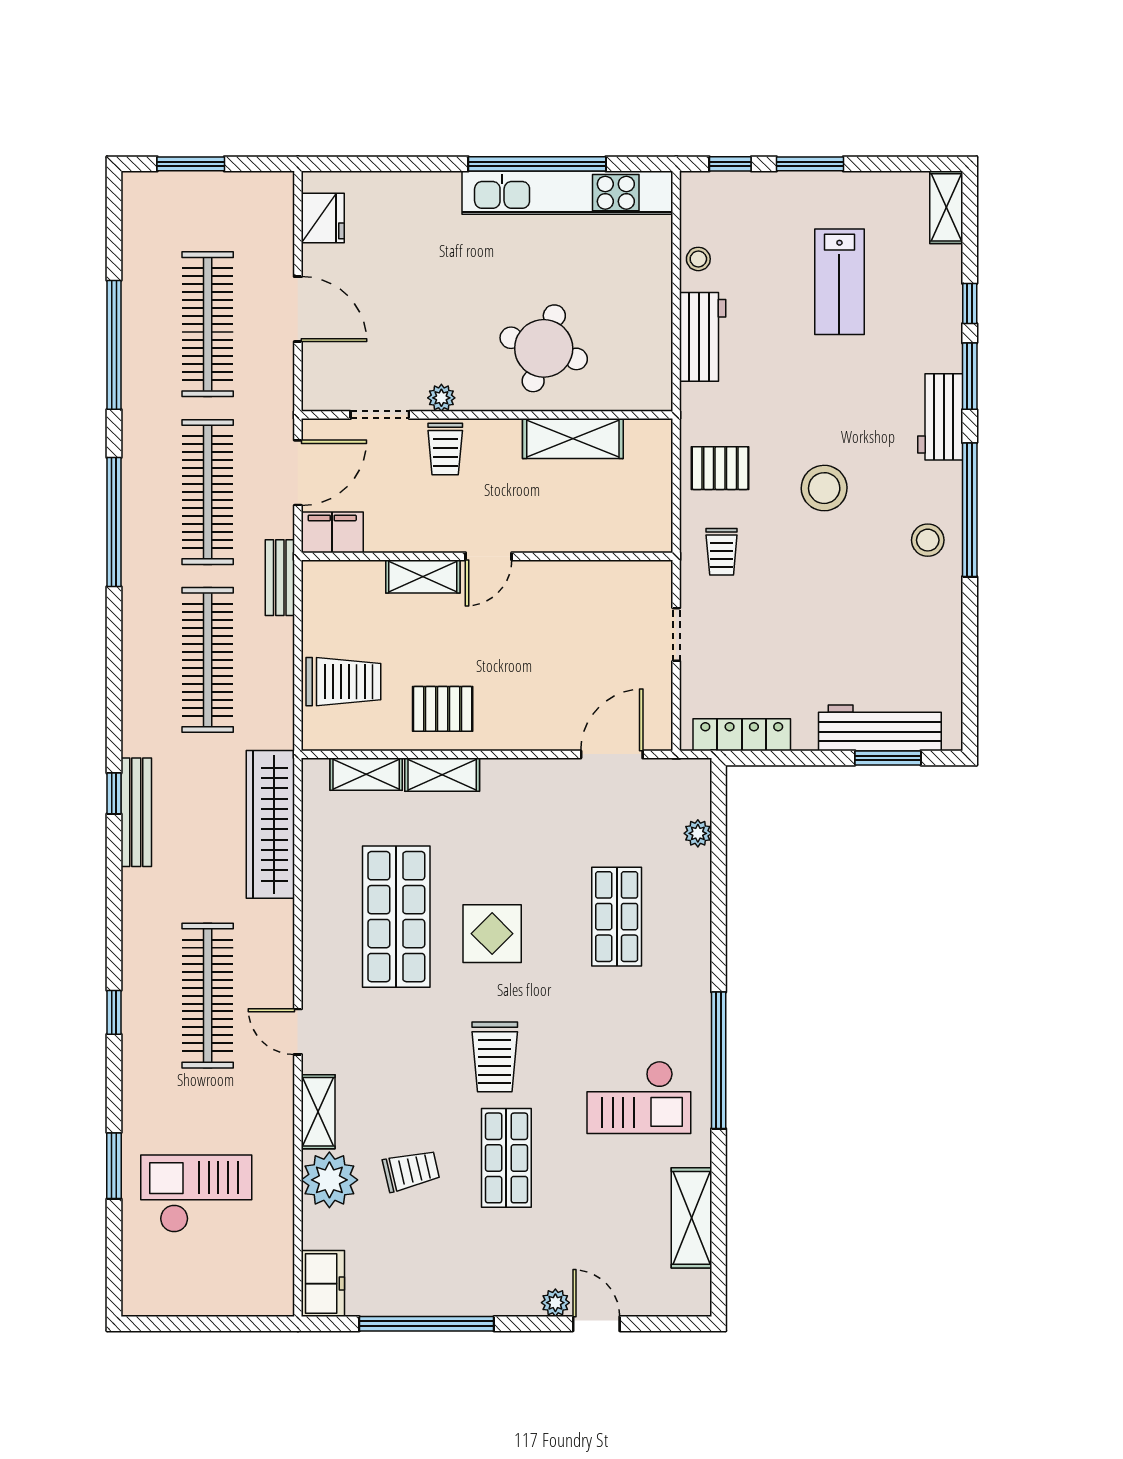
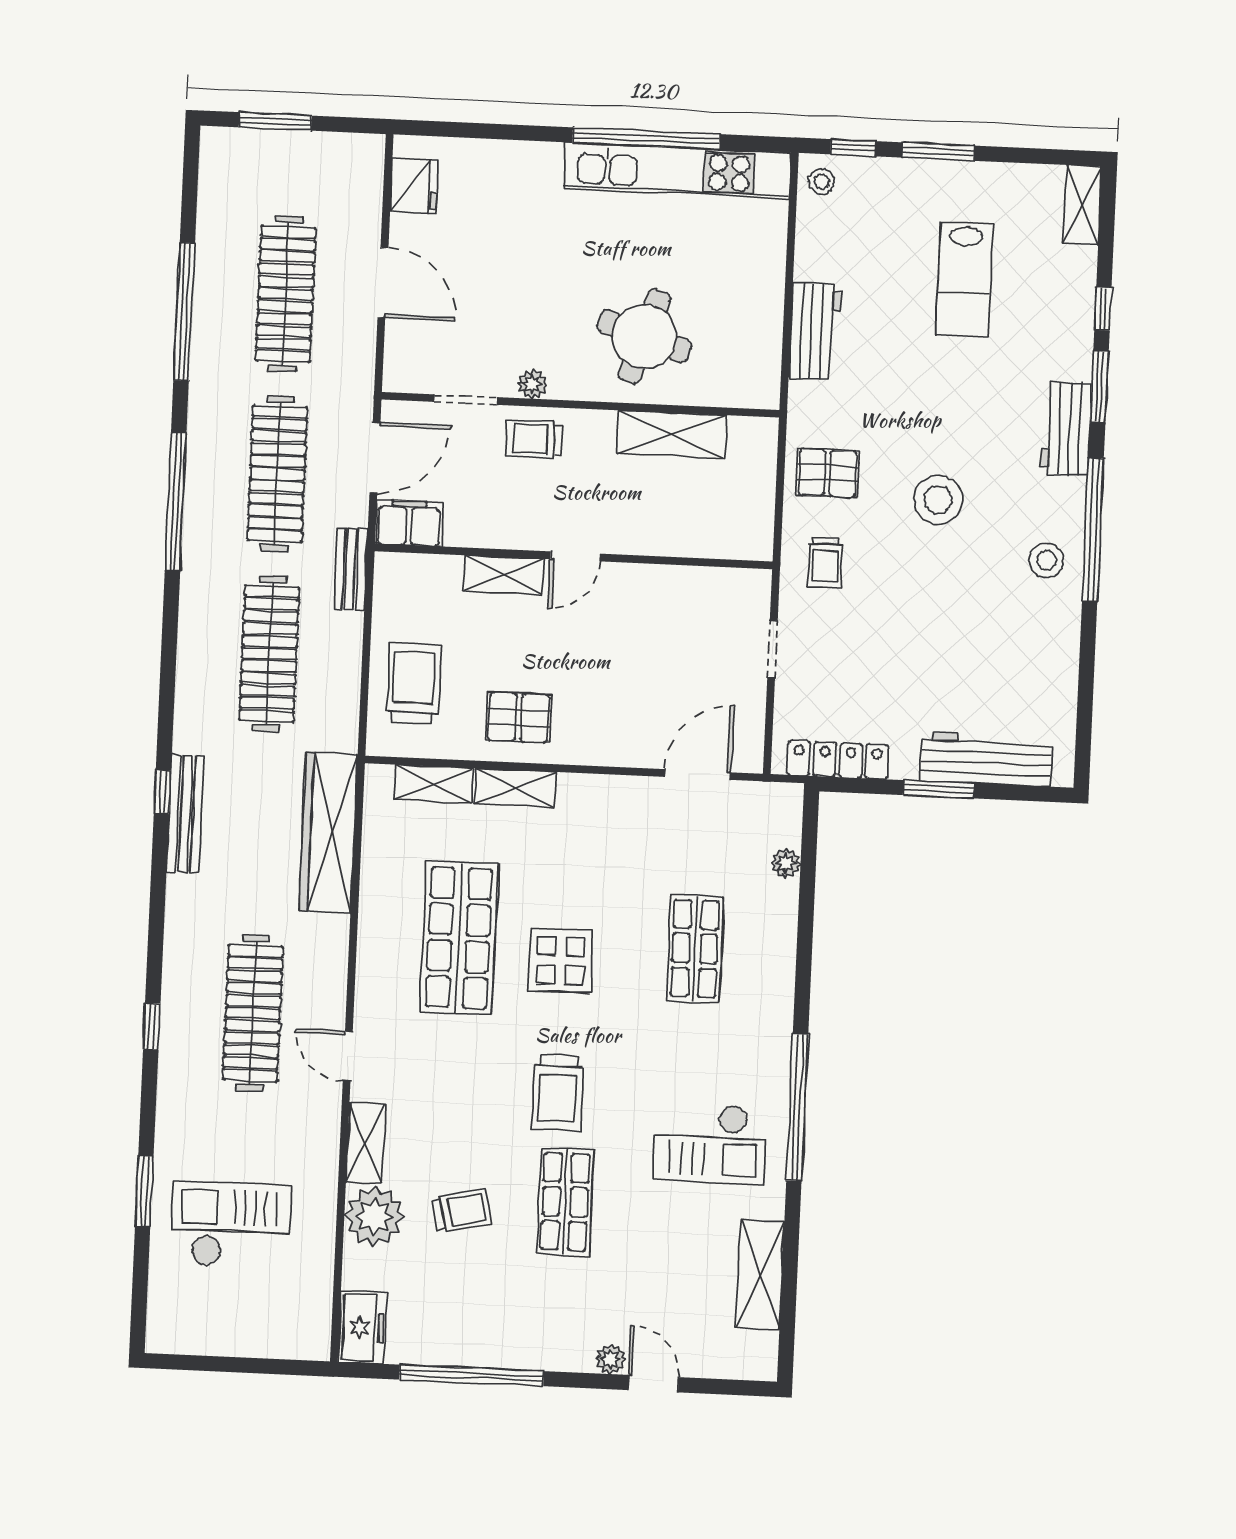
stool: (698, 259) -> (822, 182), moved
trolley: (445, 449) -> (534, 439), turned 90
trolley: (343, 682) -> (414, 684), turned -90
window: (888, 758) -> (938, 789), moved

